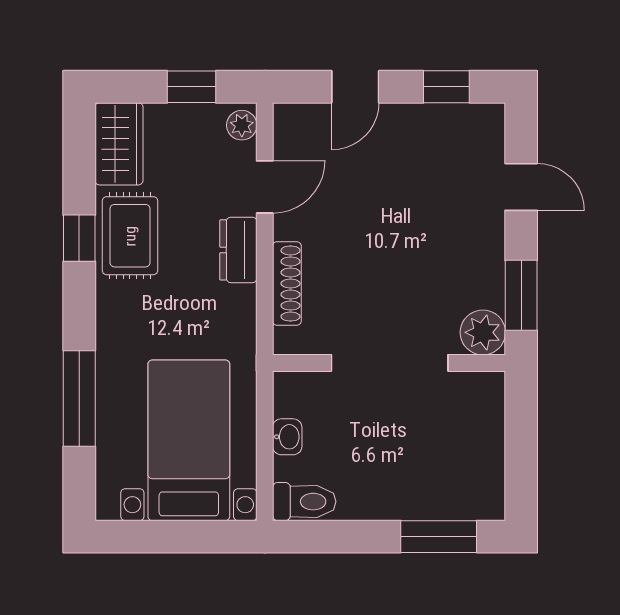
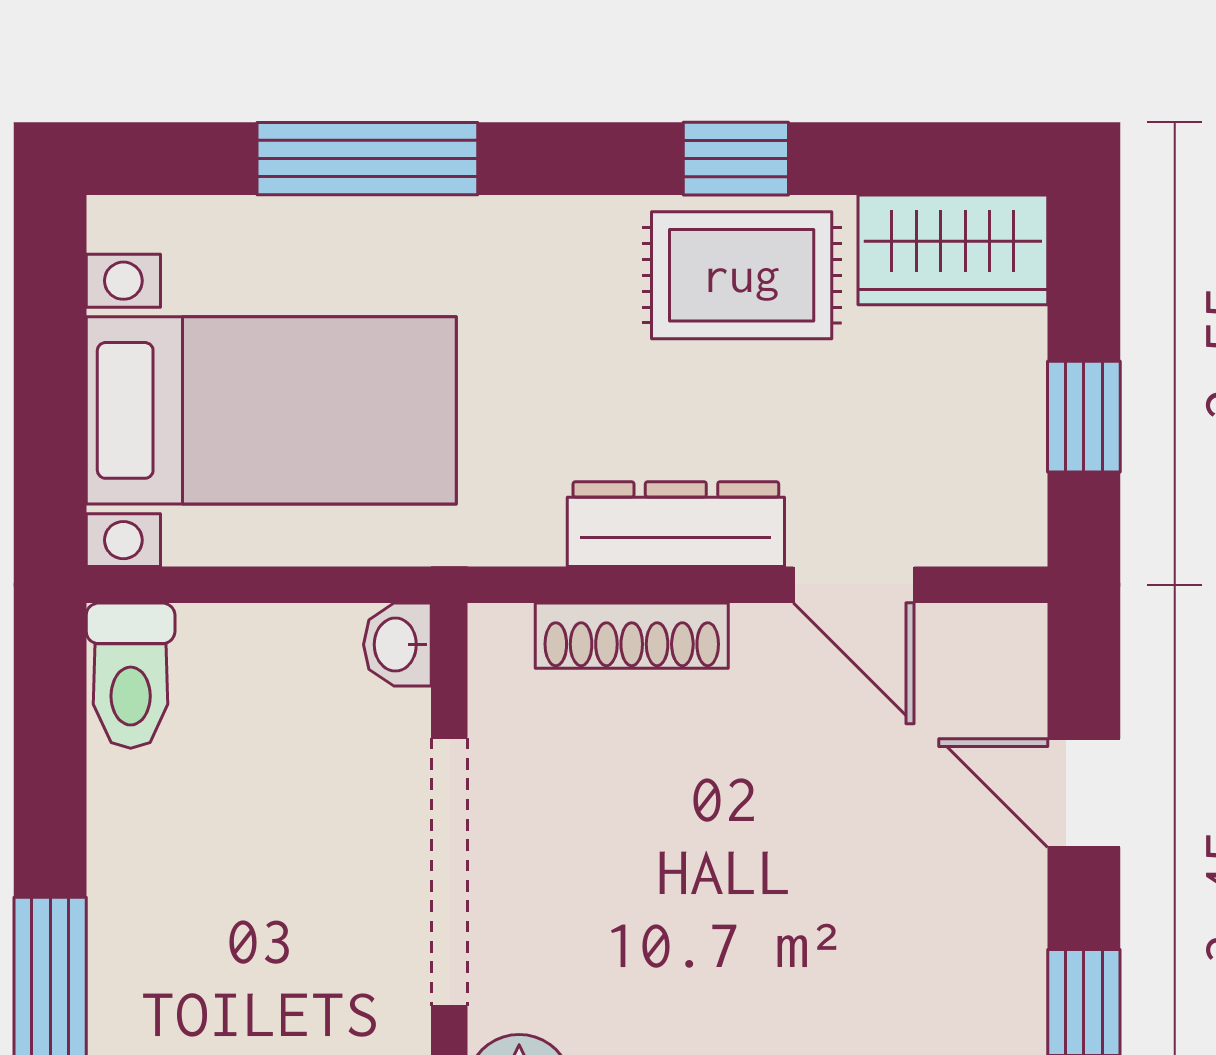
plant: (242, 125) -> (996, 532), removed
dresser: (238, 250) -> (676, 524), width x1.44
washbasin: (287, 437) -> (397, 645), moved, turned 90

